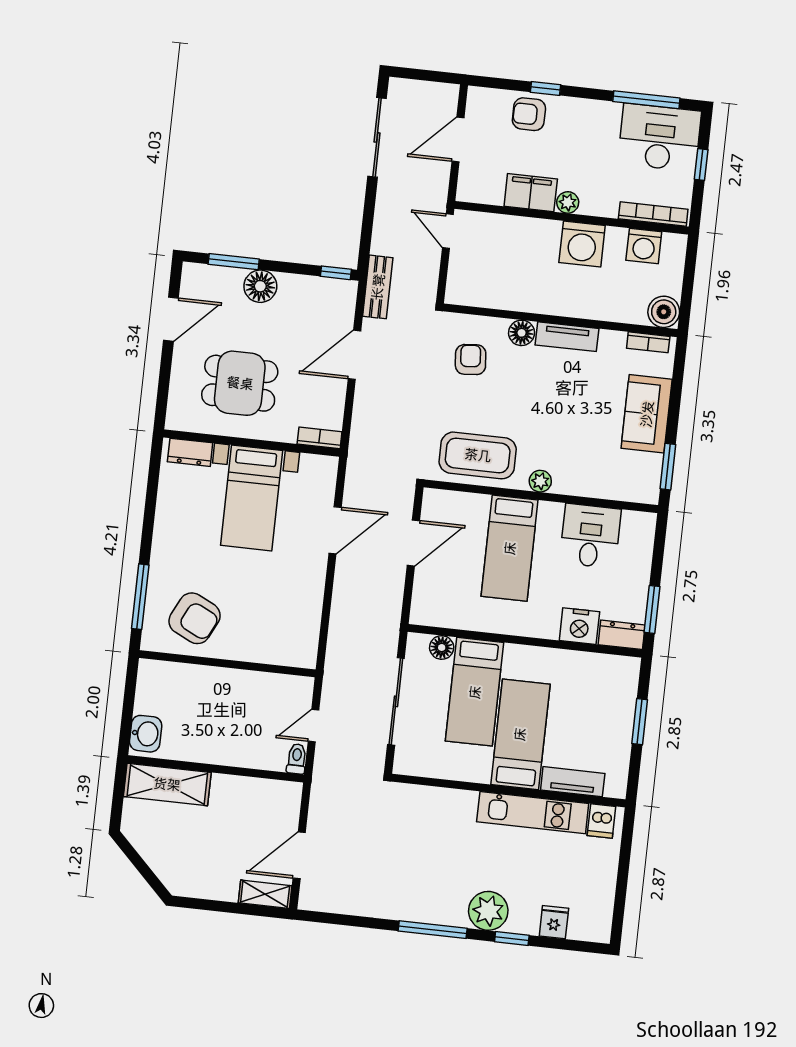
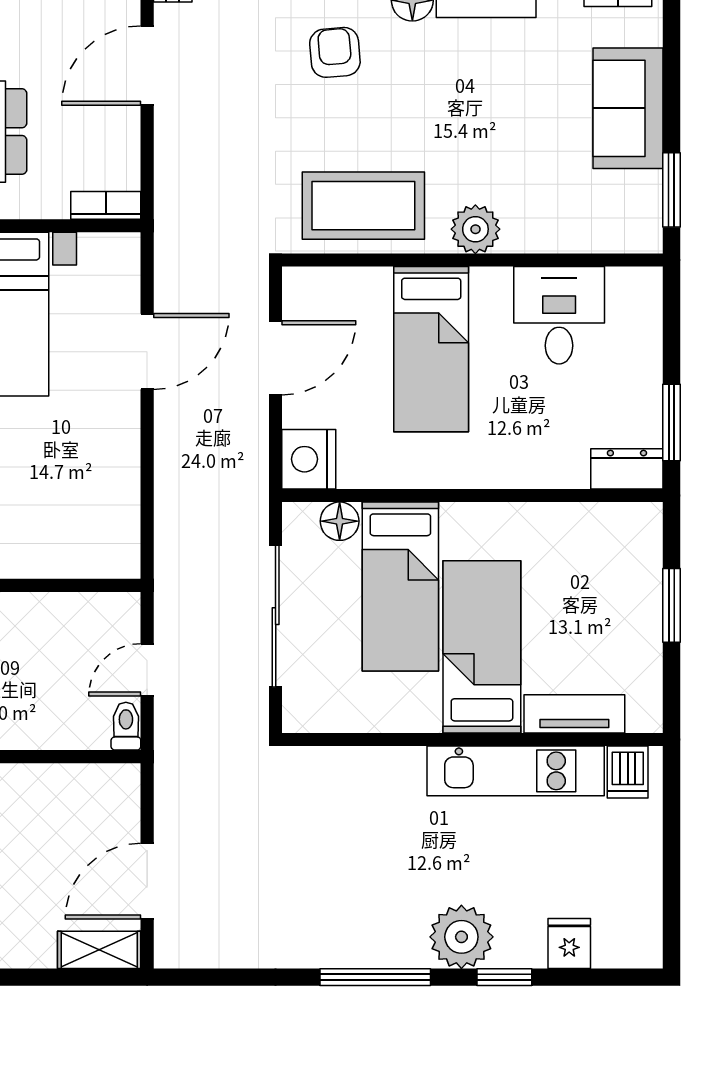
plant: (540, 481) -> (475, 229), width x1.38, depth x1.38
nightstand: (579, 626) -> (309, 459), moved, turned 90

